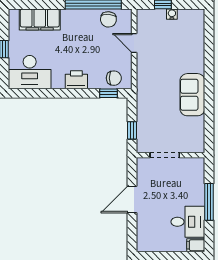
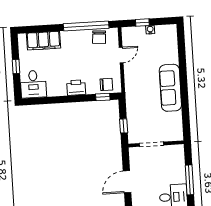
door: (134, 43) -> (121, 55), swing flipped
desk: (30, 72) -> (33, 84), width x0.73
sofa: (192, 95) -> (170, 88), width x1.36

